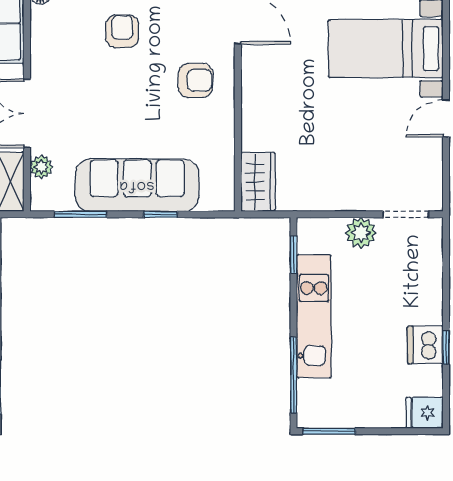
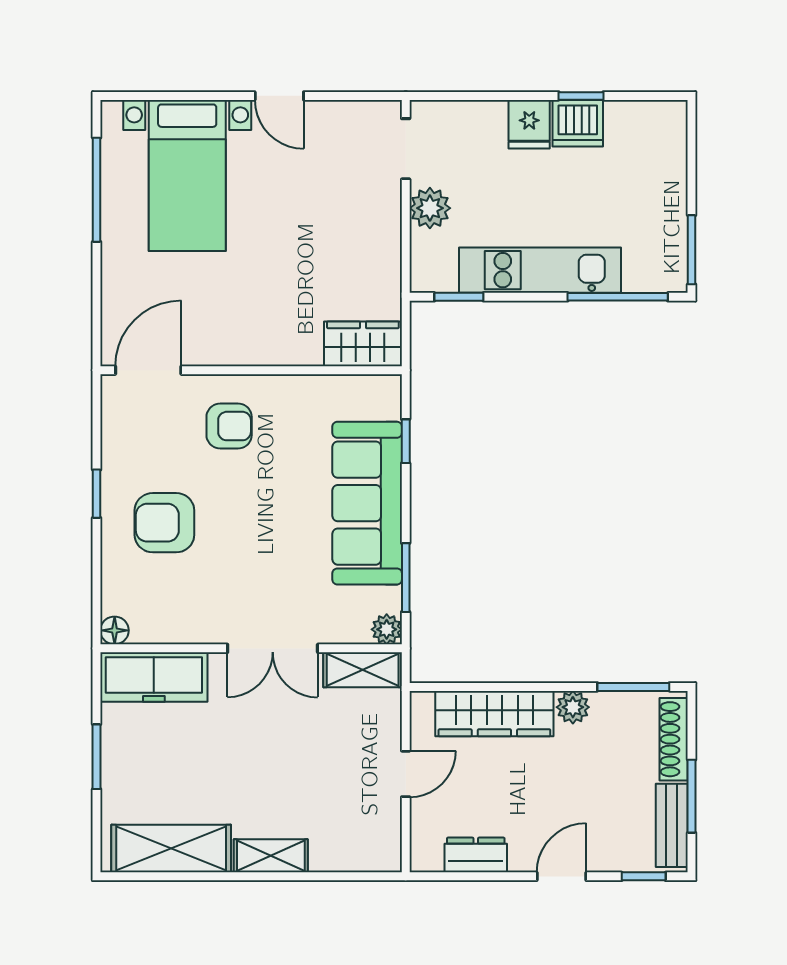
armchair: (122, 31) -> (164, 523), width x1.38, depth x1.38
armchair: (196, 80) -> (229, 426), turned 90
plant: (41, 167) -> (387, 629), moved
window: (160, 214) -> (406, 441), moved
fridge: (425, 413) -> (529, 124), moved

